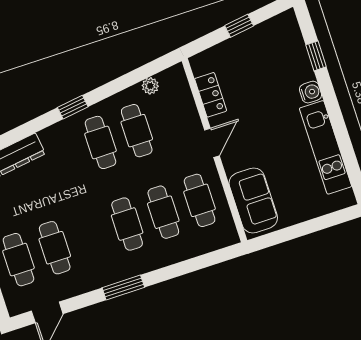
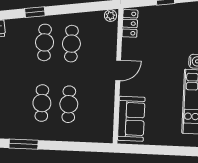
plant: (150, 86) -> (110, 16), moved
locker: (211, 95) -> (130, 23), moved
cafe table: (200, 200) -> (96, 105), removed

